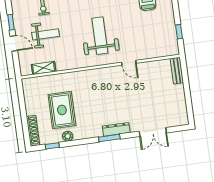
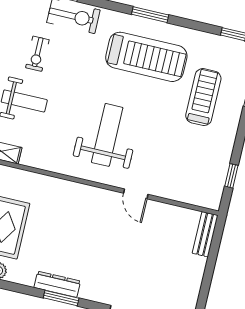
dresser: (116, 129) -> (57, 284), moved

